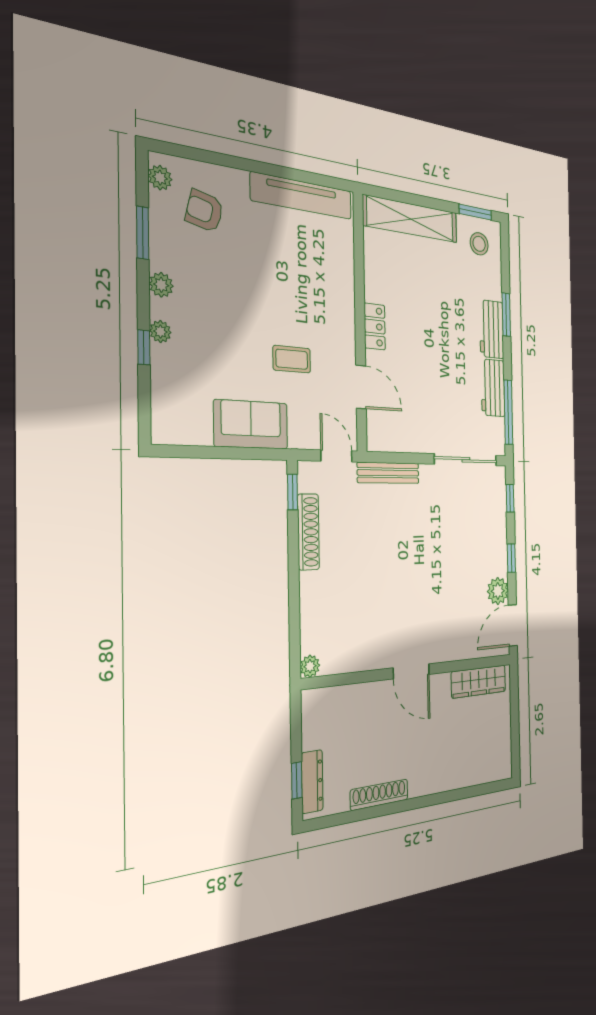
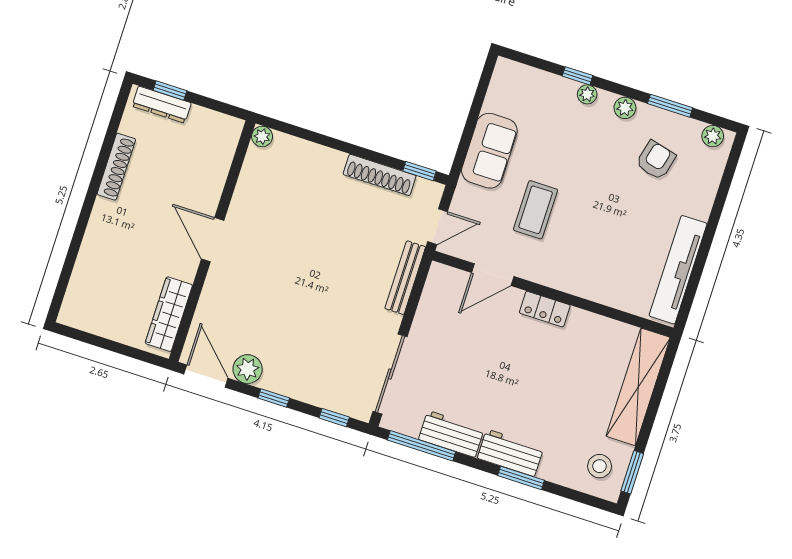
armchair: (204, 211) -> (656, 160), moved
coffee table: (292, 359) -> (536, 210), width x1.36, depth x1.30
door: (411, 671) -> (213, 240), hinge flipped

